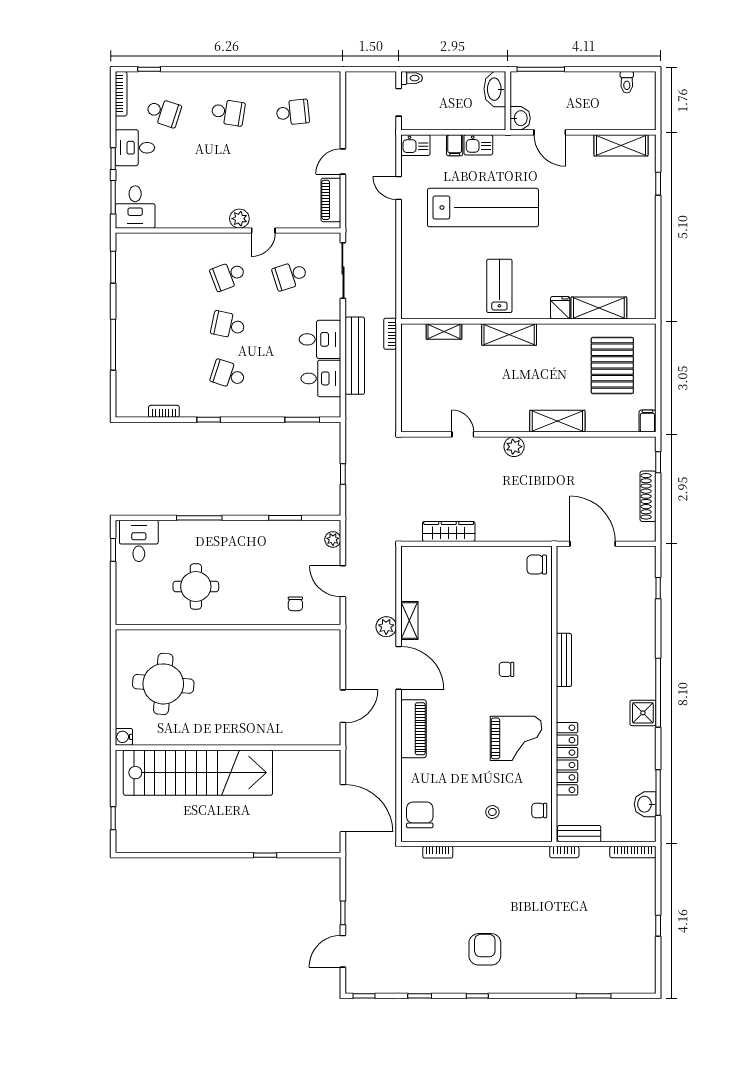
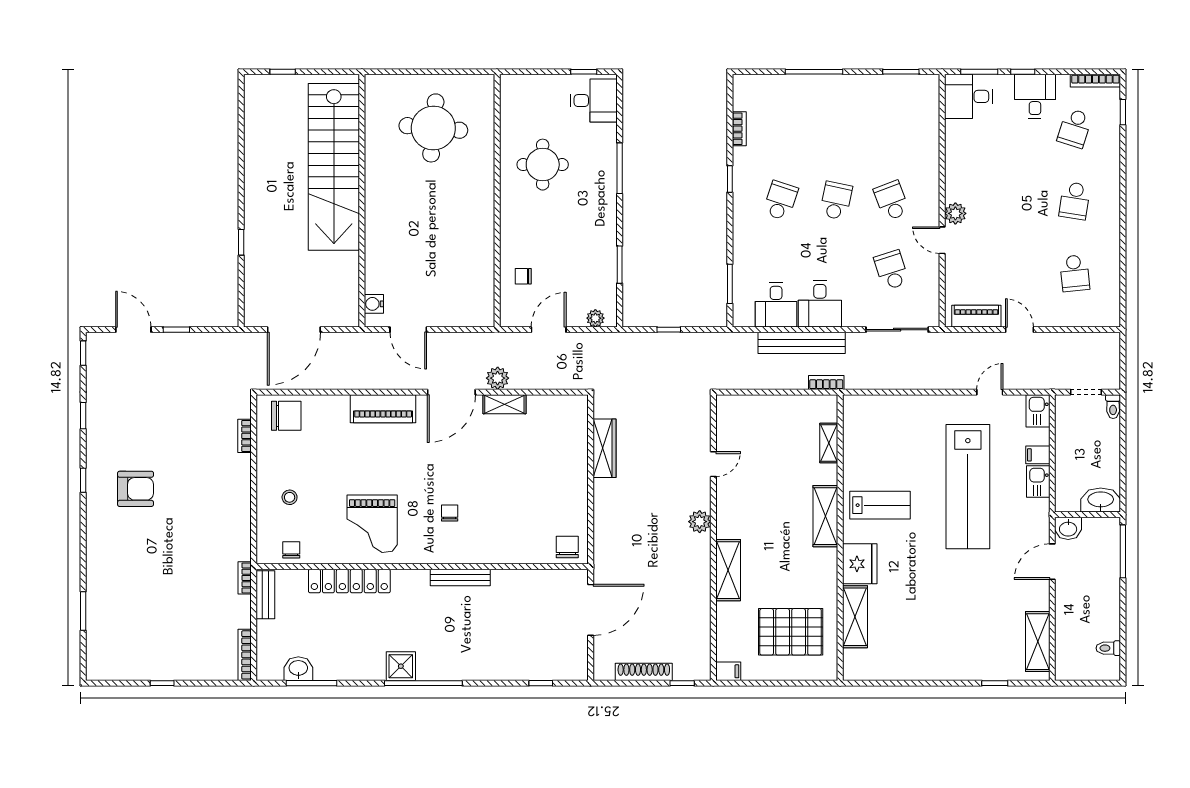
fridge: (560, 308) -> (860, 564), width x1.88, depth x1.34
water cooler: (124, 737) -> (374, 304), moved, turned -90

